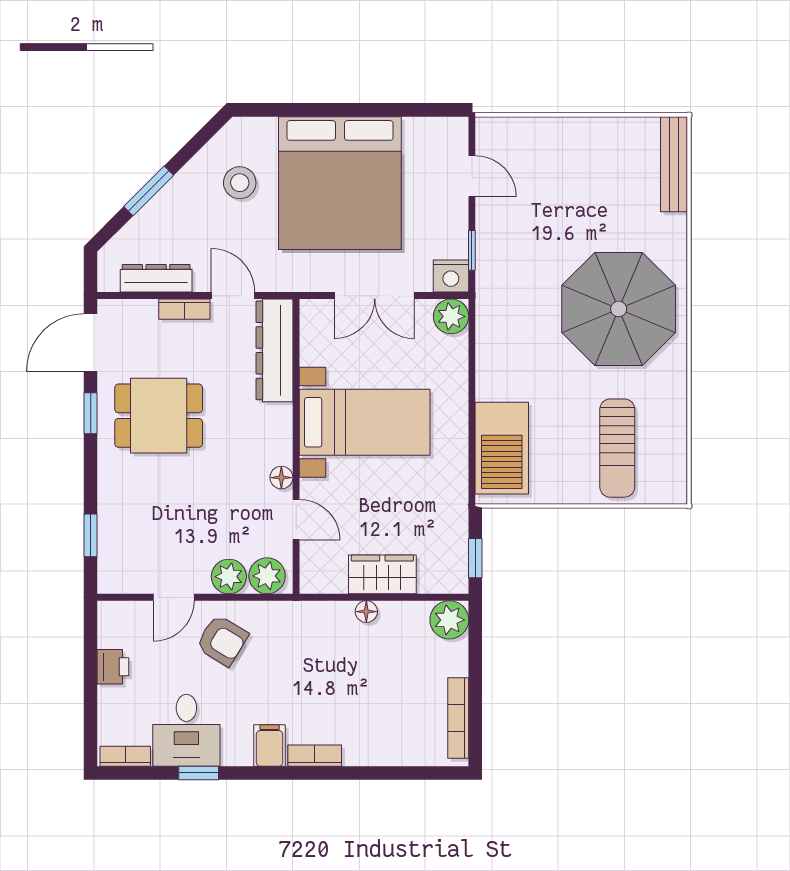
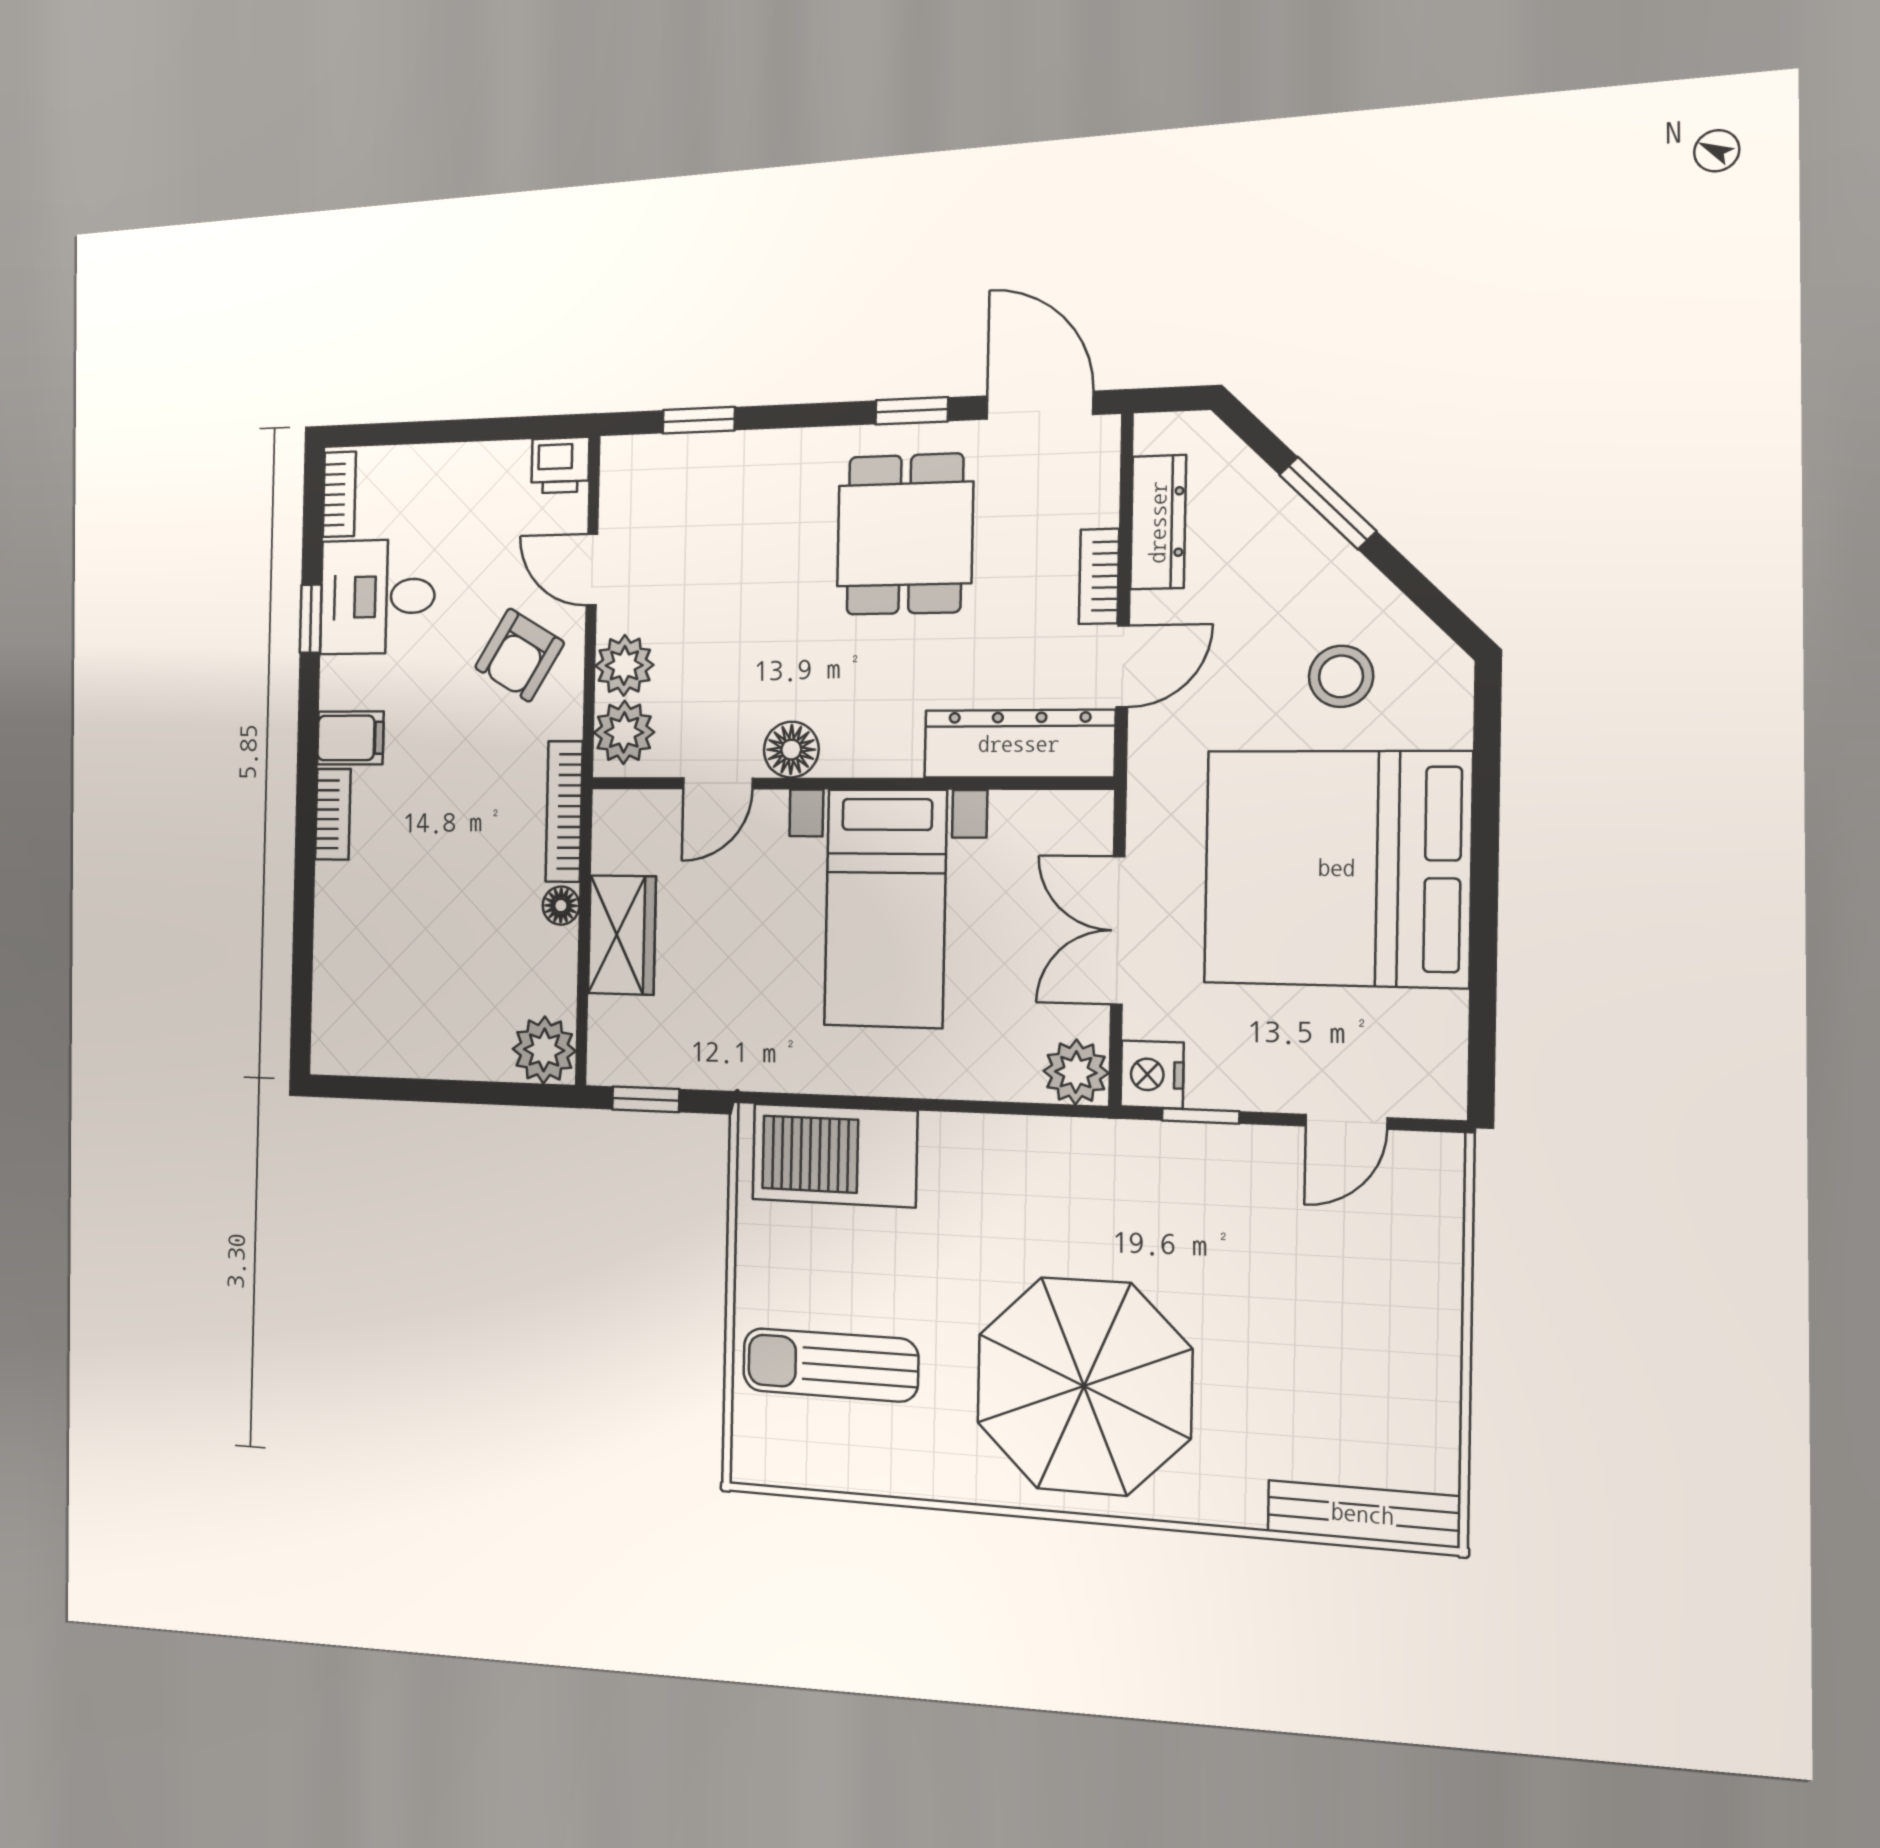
floor lamp: (281, 478) -> (791, 750), width x1.37, depth x1.37
printer: (113, 667) -> (560, 465), moved
bookcase: (458, 718) -> (564, 811), moved, turned -90

